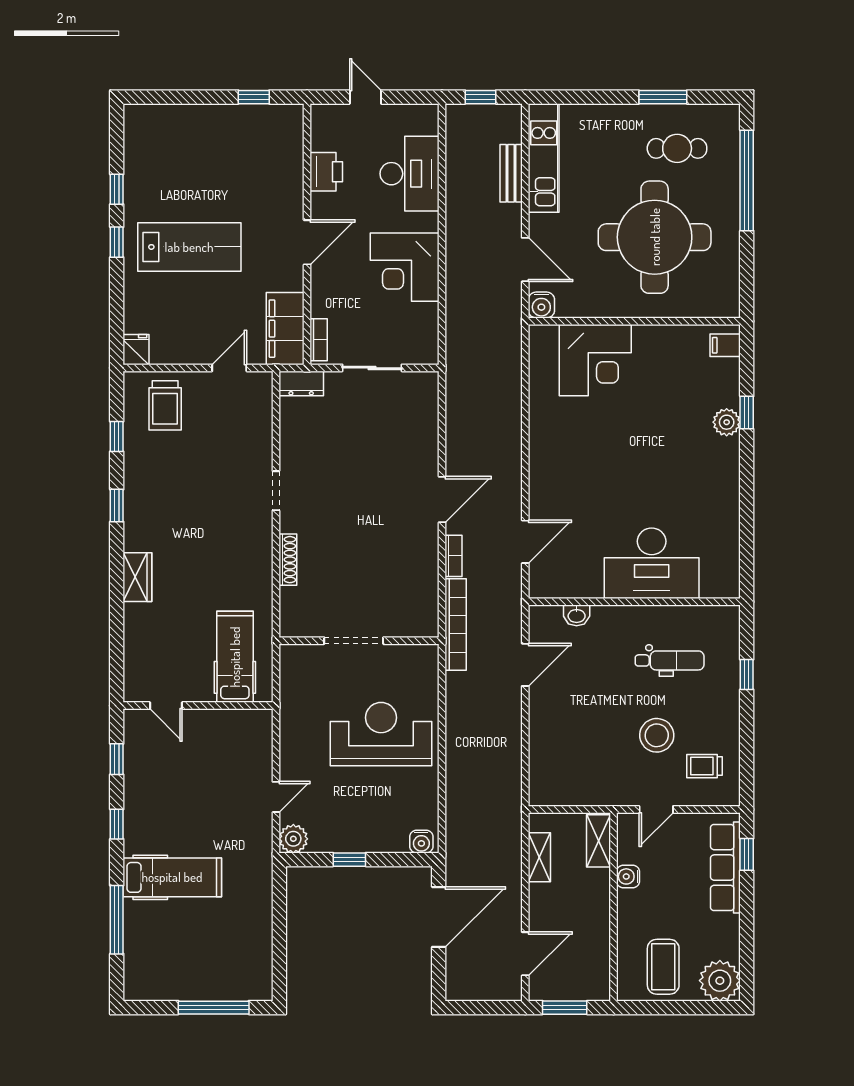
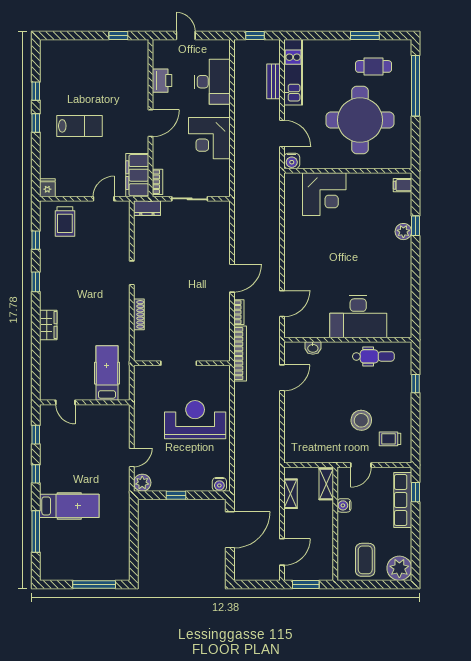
lab bench: (189, 247) -> (80, 126), width x0.73, depth x0.72
dental chair: (670, 660) -> (373, 356), moved

